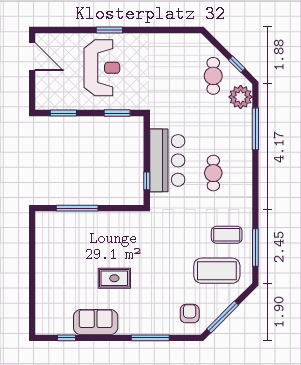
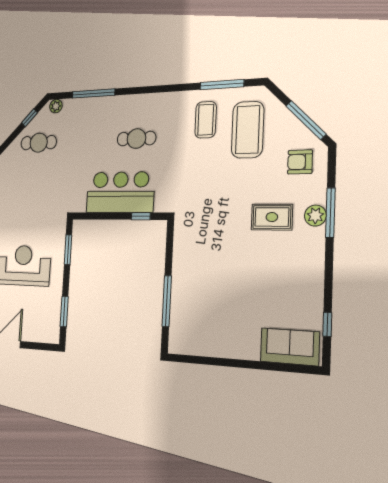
plant: (241, 97) -> (56, 106), width x0.53, depth x0.53
rug: (114, 278) -> (272, 217), moved, turned 90
sofa: (96, 322) -> (290, 347), moved, turned 90
plant: (148, 327) -> (315, 216), added

